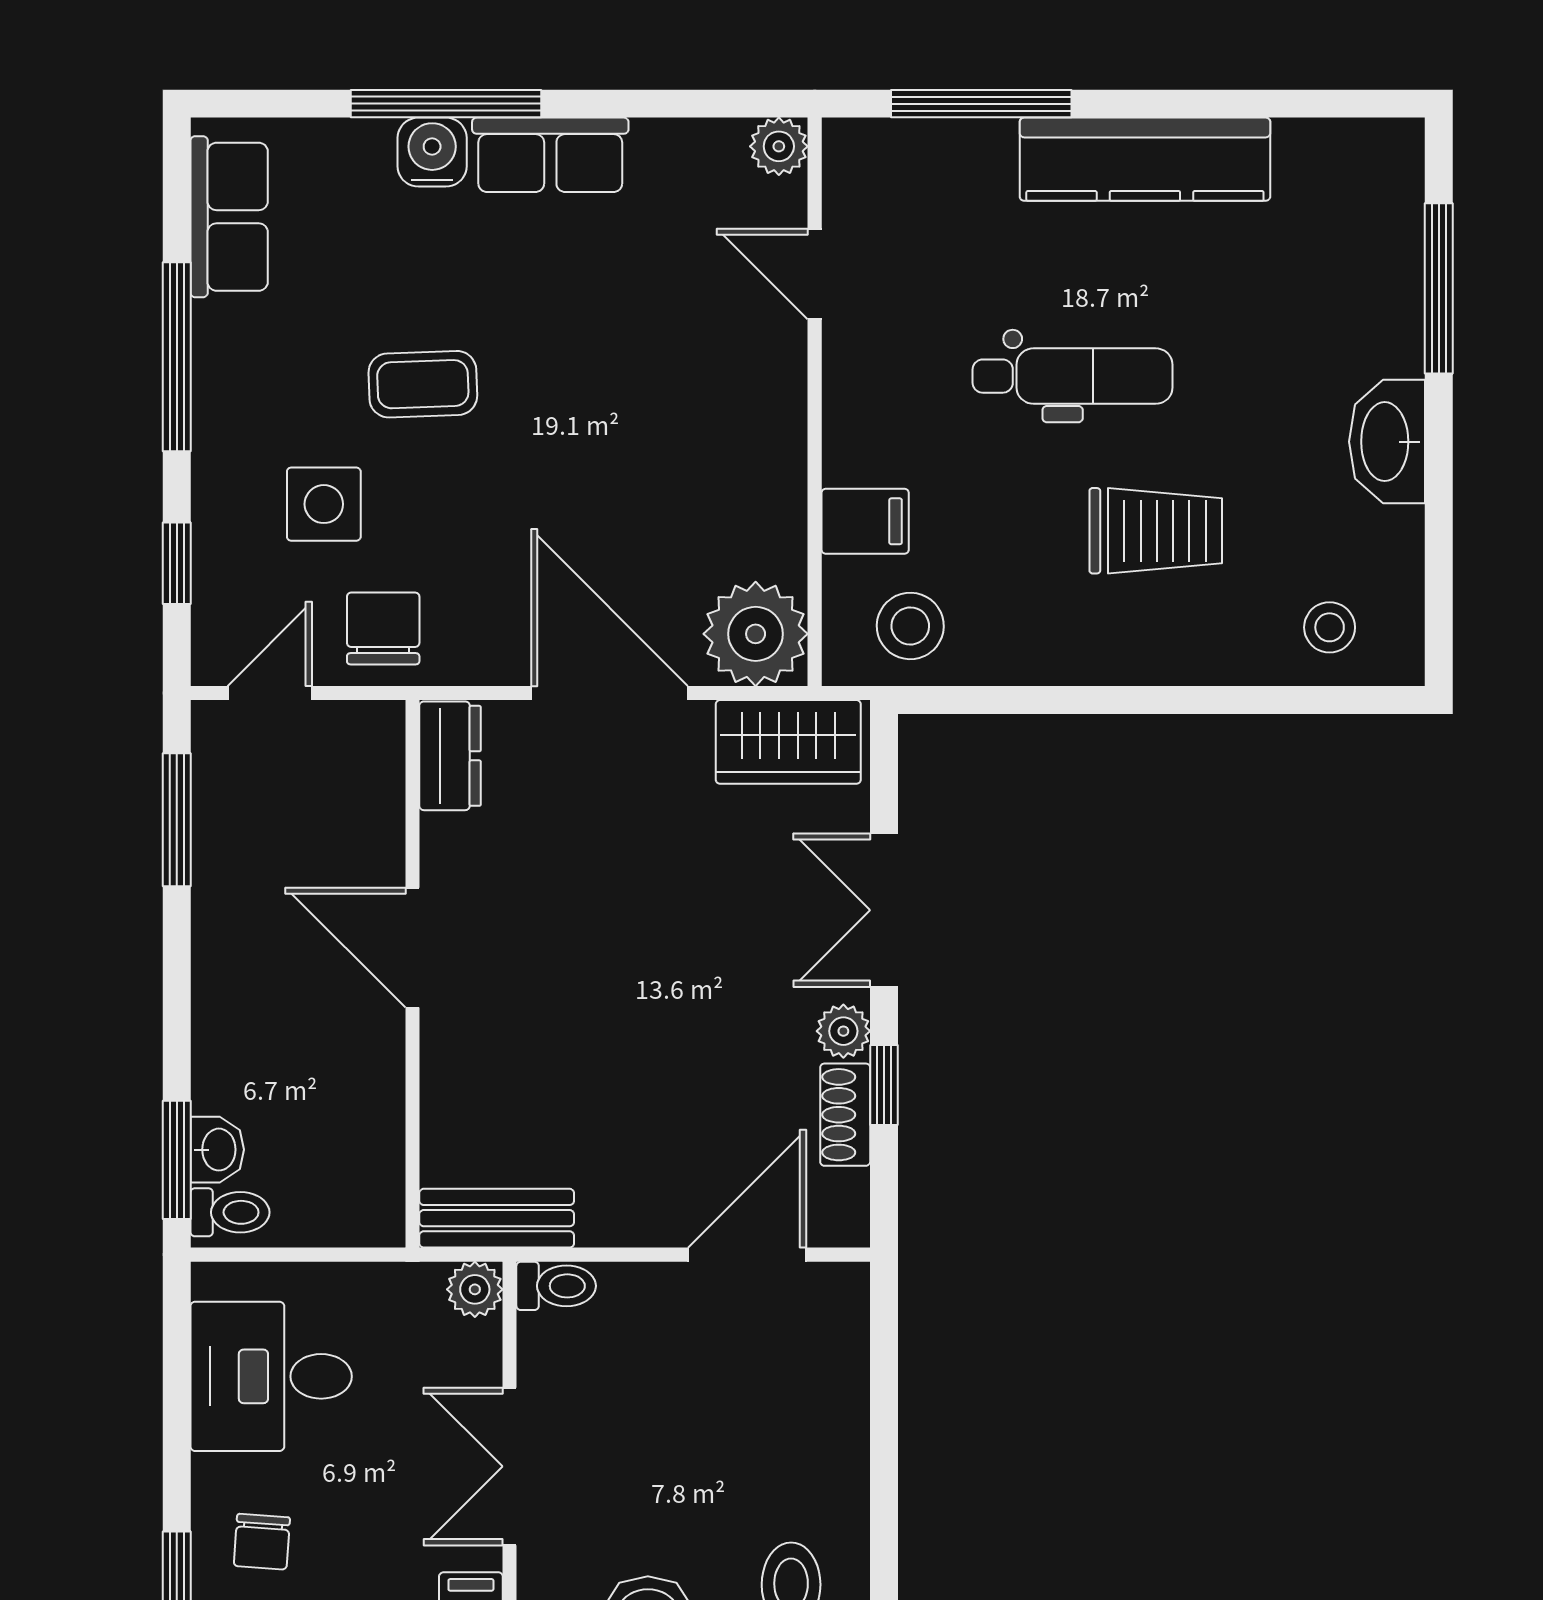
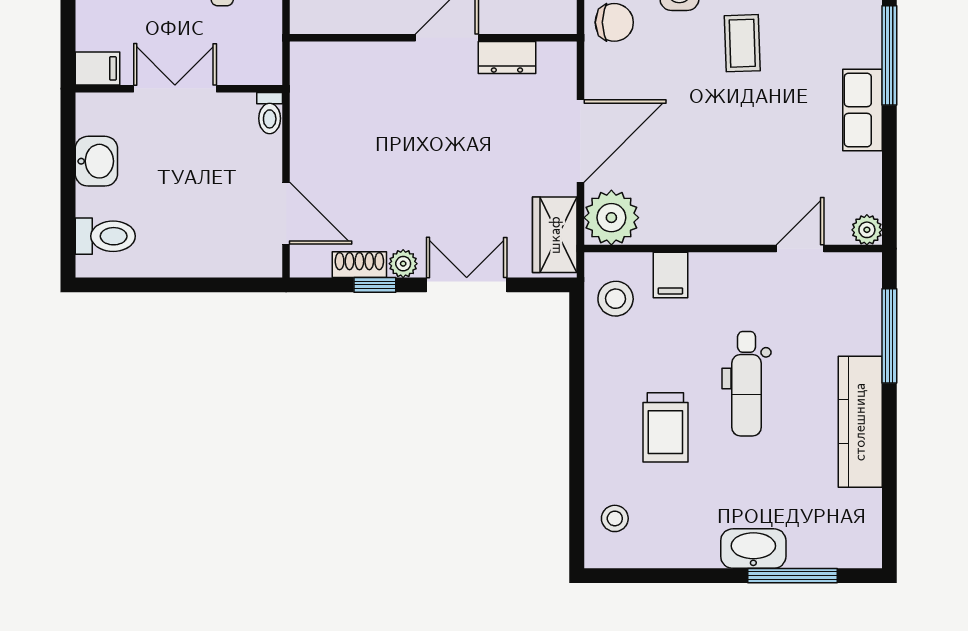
water cooler: (432, 152) -> (864, 48), removed
washbasin: (1387, 442) -> (753, 549), moved
dresser: (450, 756) -> (507, 57), moved
bench: (497, 1218) -> (305, 82), removed
plant: (475, 1289) -> (268, 70), removed

